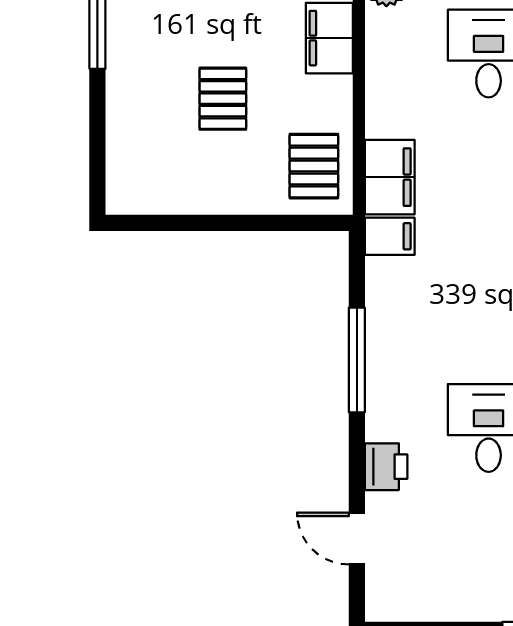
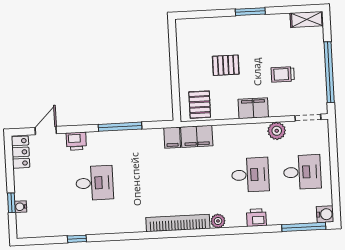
pallet: (314, 166) -> (200, 105), turned 90
locker: (405, 602) -> (21, 152), added

